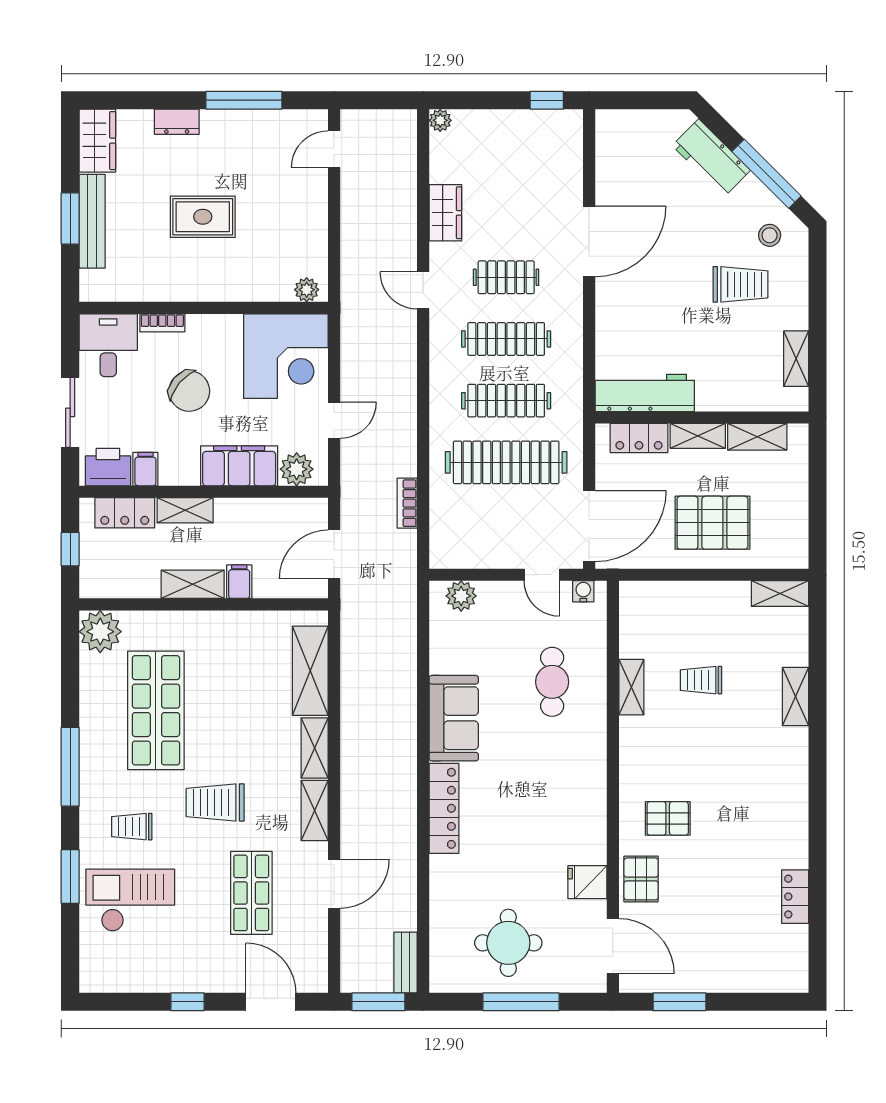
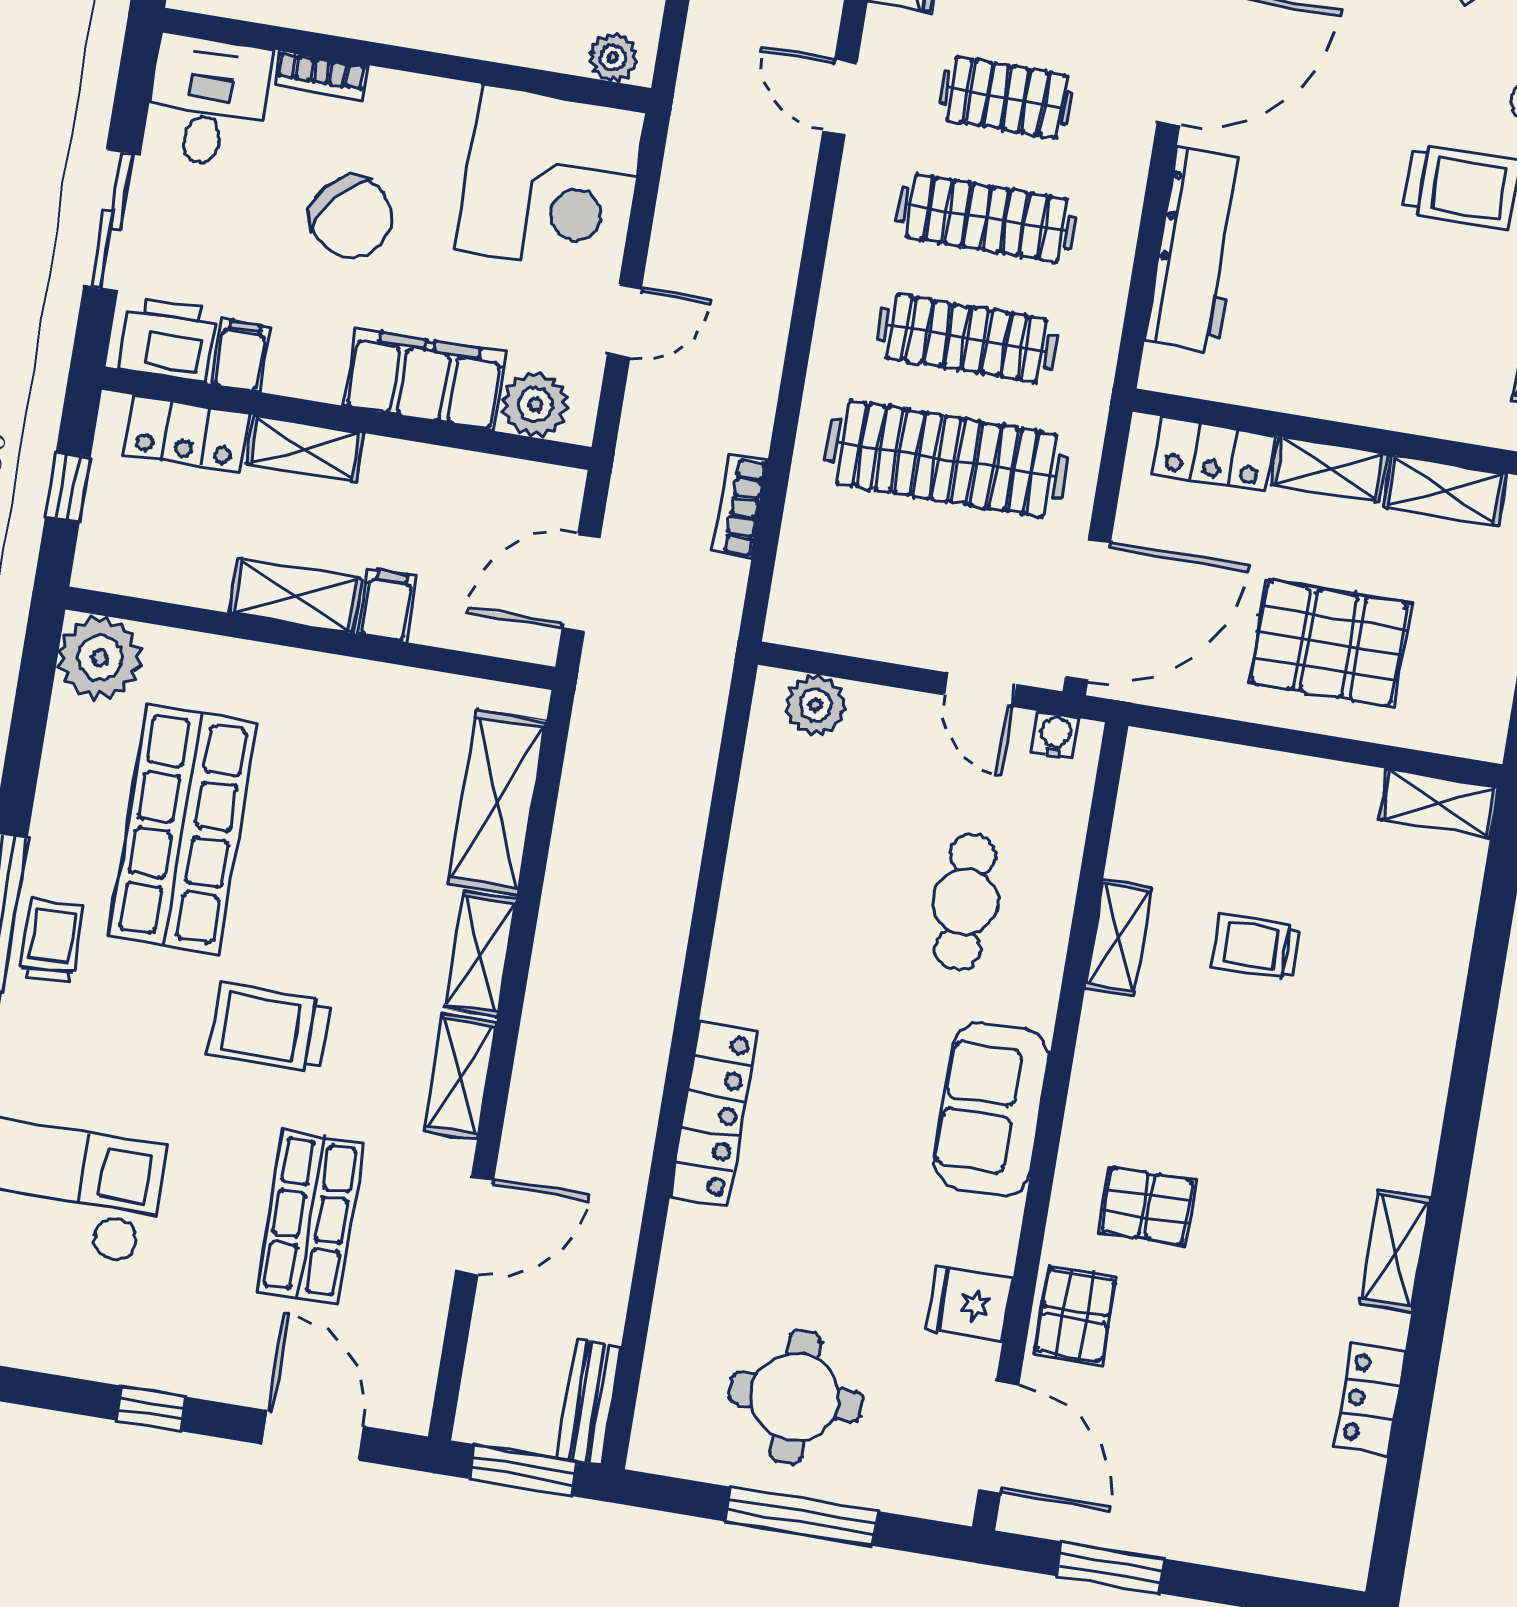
workbench: (645, 393) -> (1197, 249), moved, turned 90
shelving: (796, 697) -> (1396, 1251), moved
sofa: (454, 718) -> (991, 1109), moved, turned 180
trolley: (132, 827) -> (51, 941), moved, turned 88

